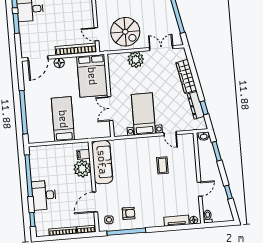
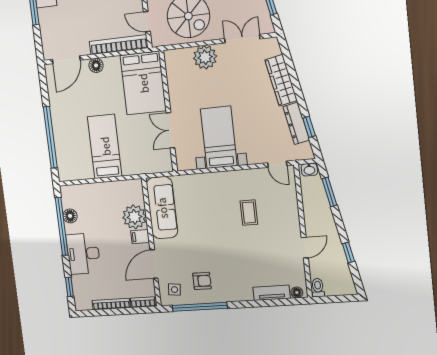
door: (170, 134) -> (277, 164), moved
filing cabinet: (83, 154) -> (140, 237), moved
floor lamp: (35, 168) -> (70, 216), added

